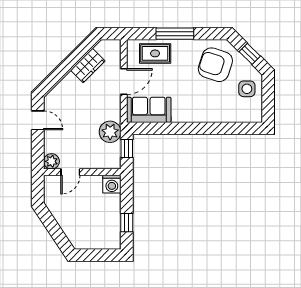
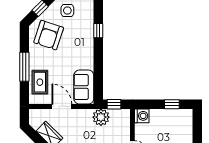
window: (221, 128) -> (98, 31), added

